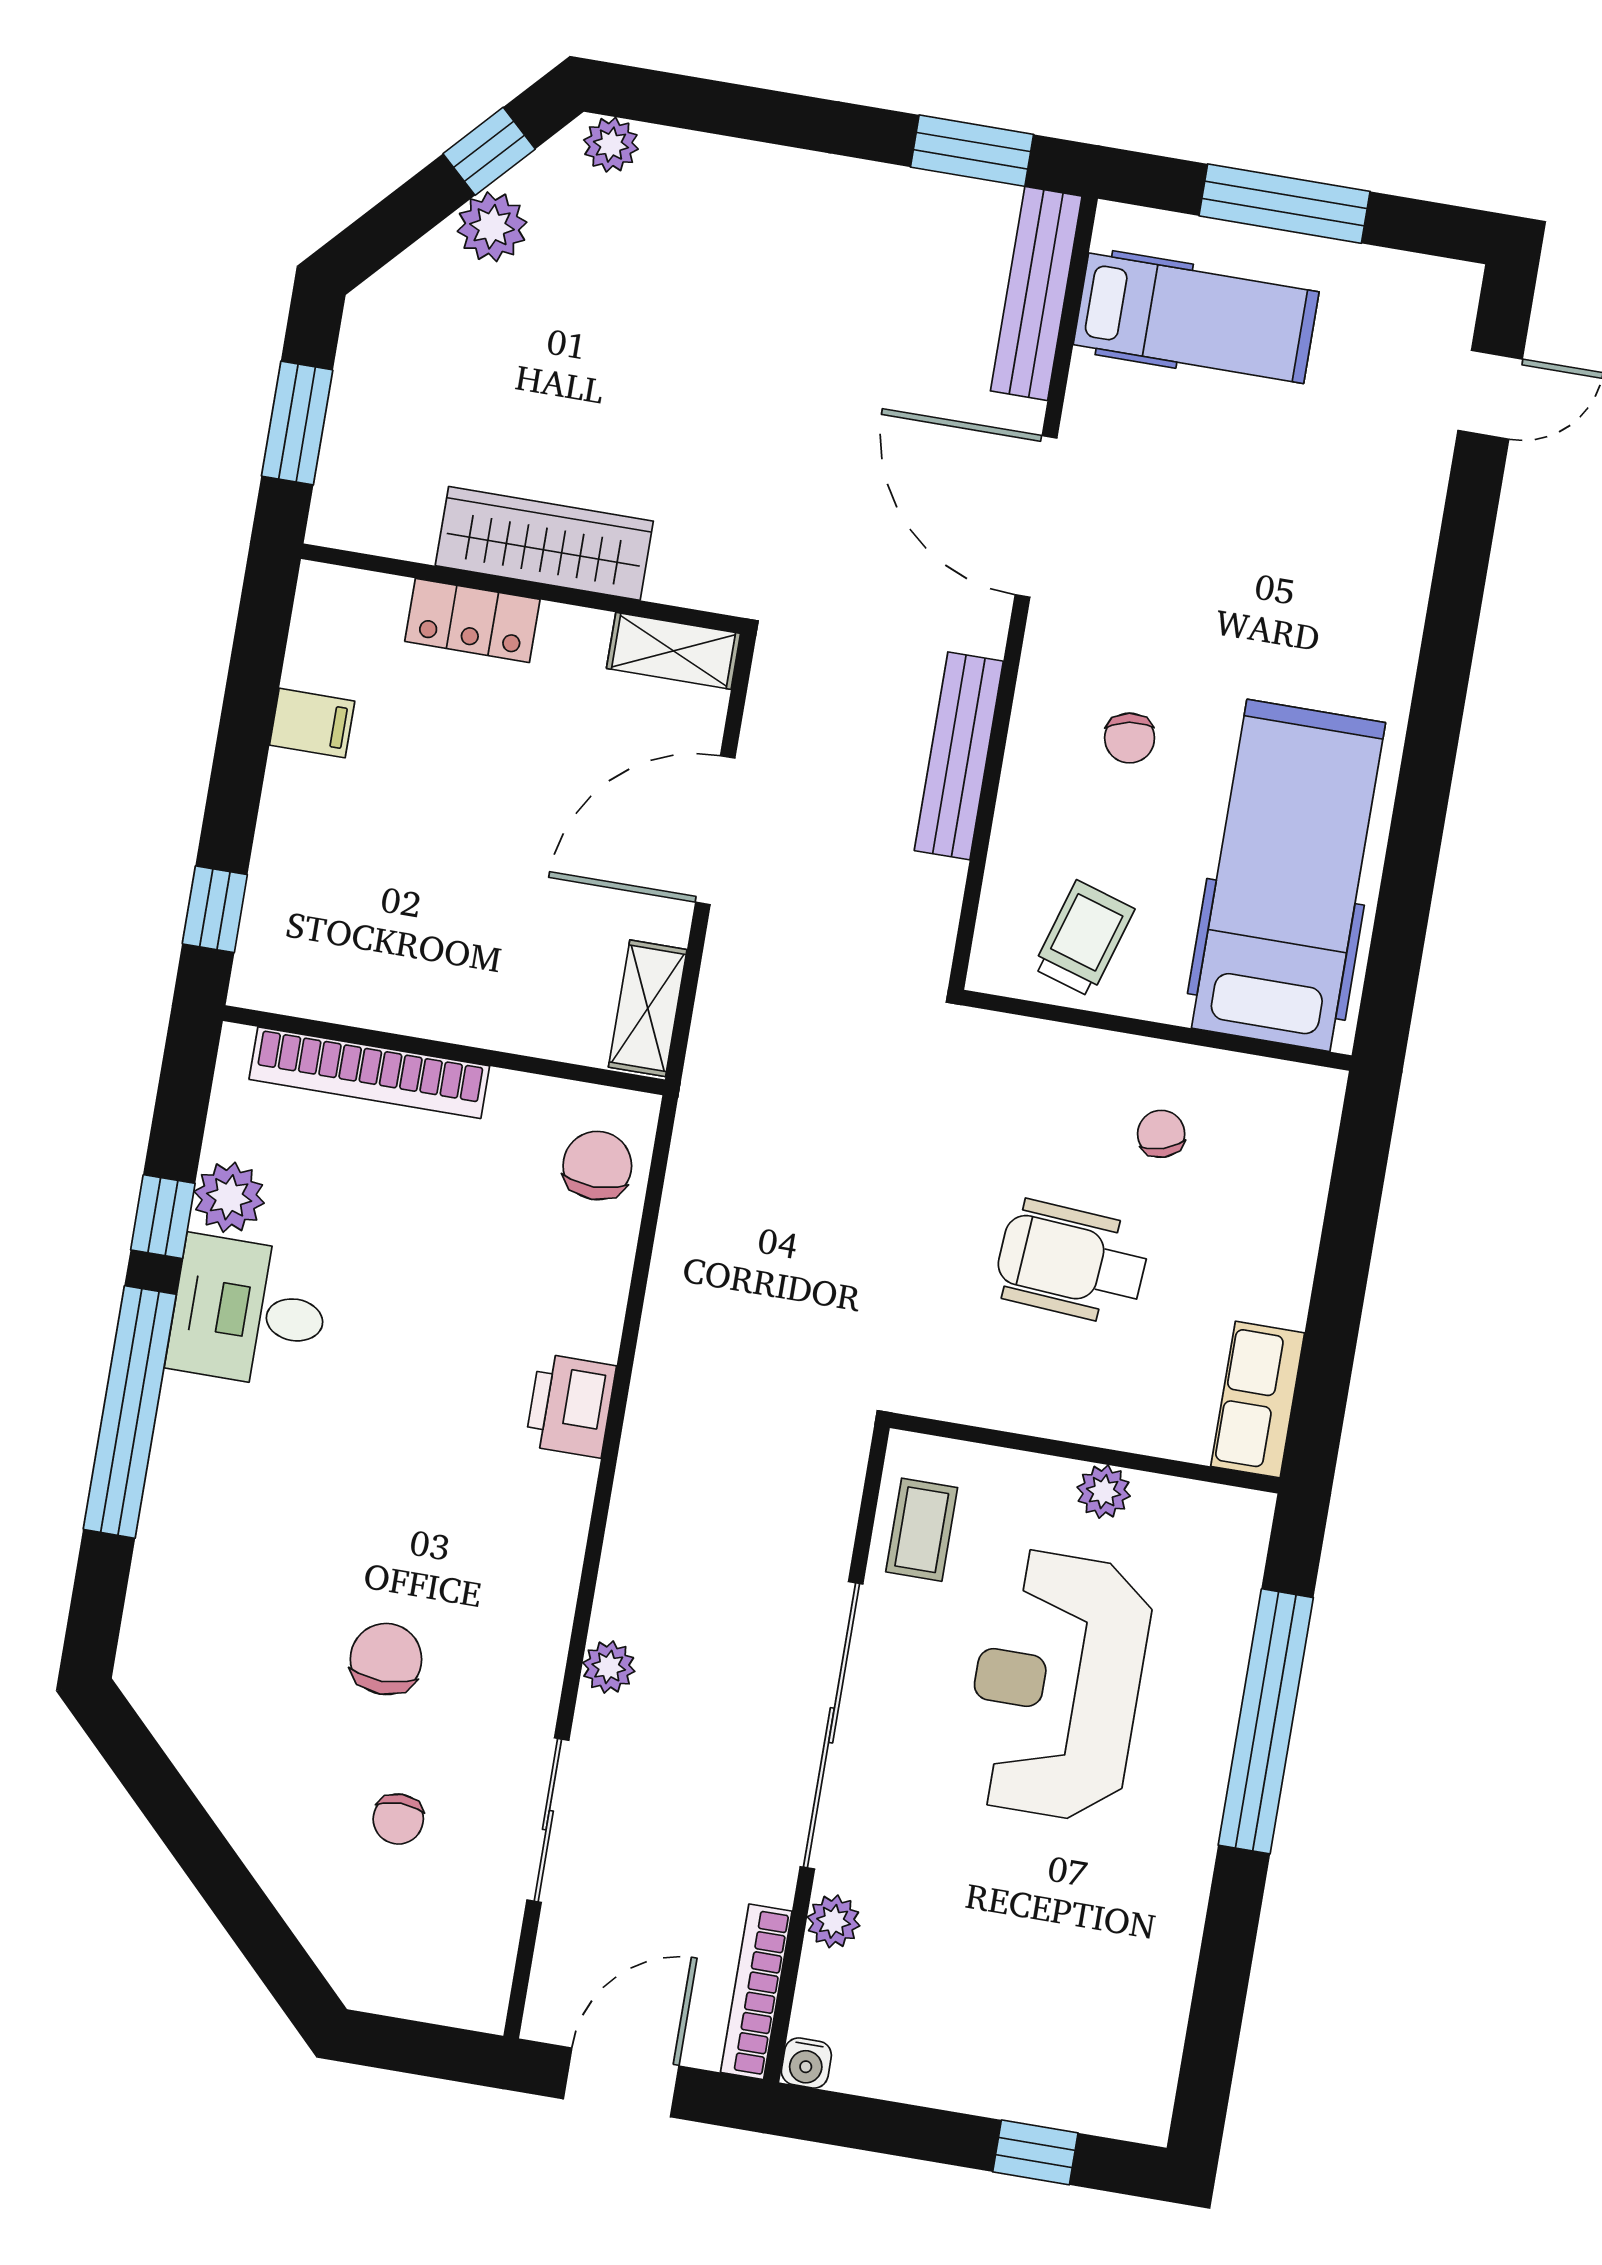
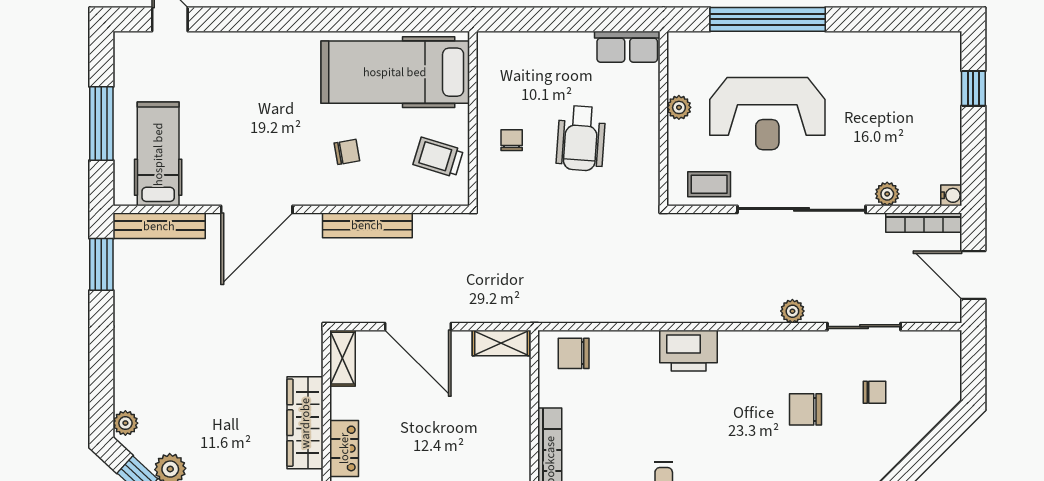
chair: (1161, 1134) -> (512, 140), moved, turned 108
printer: (571, 1406) -> (689, 351), width x1.37, depth x1.19

